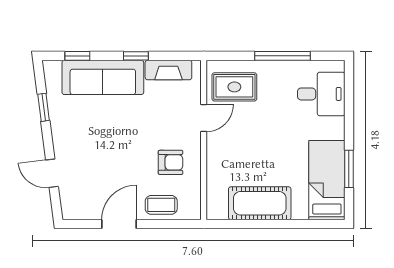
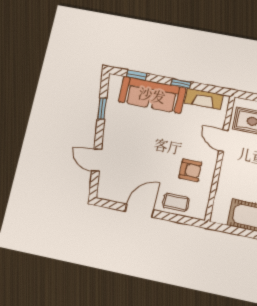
door: (204, 118) -> (223, 141), swing flipped

